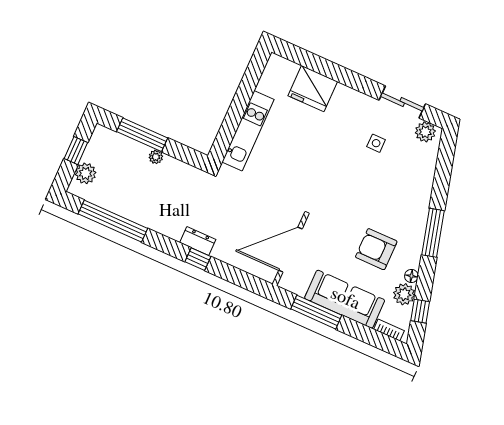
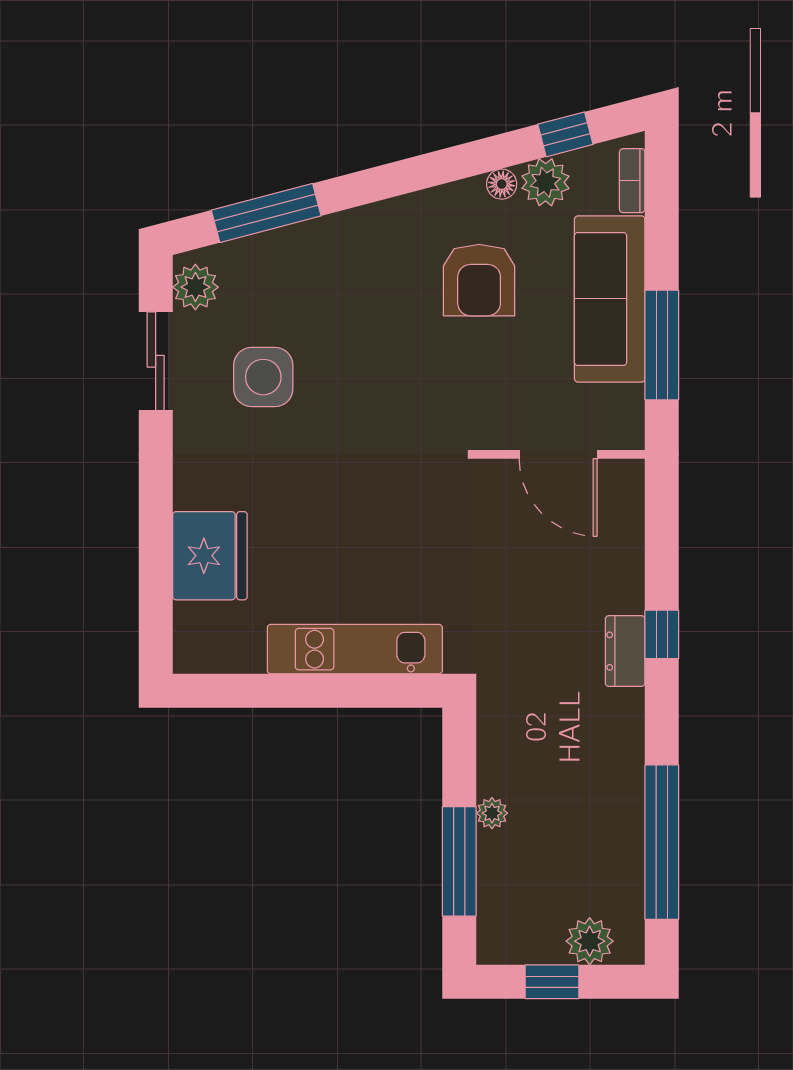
side table: (376, 143) -> (263, 377), width x1.87, depth x1.87
window: (433, 233) -> (266, 213), moved
door: (290, 250) -> (558, 454), width x0.73

